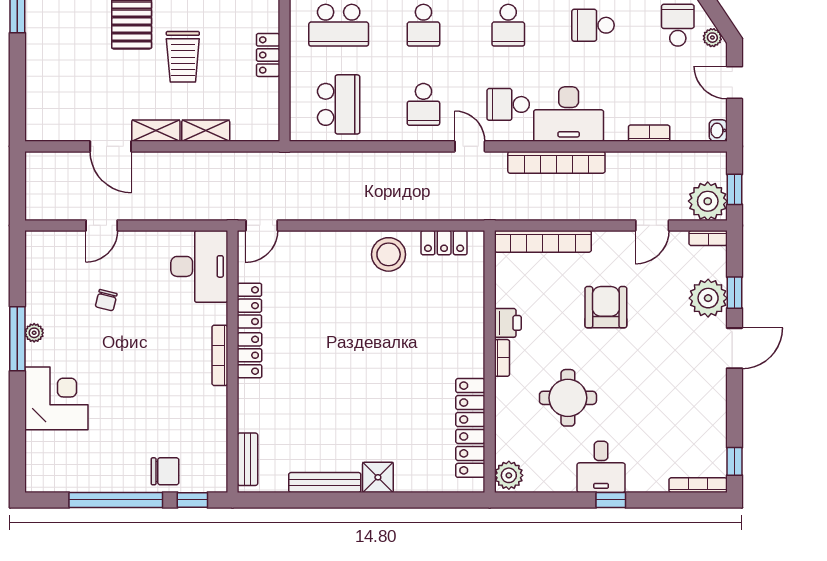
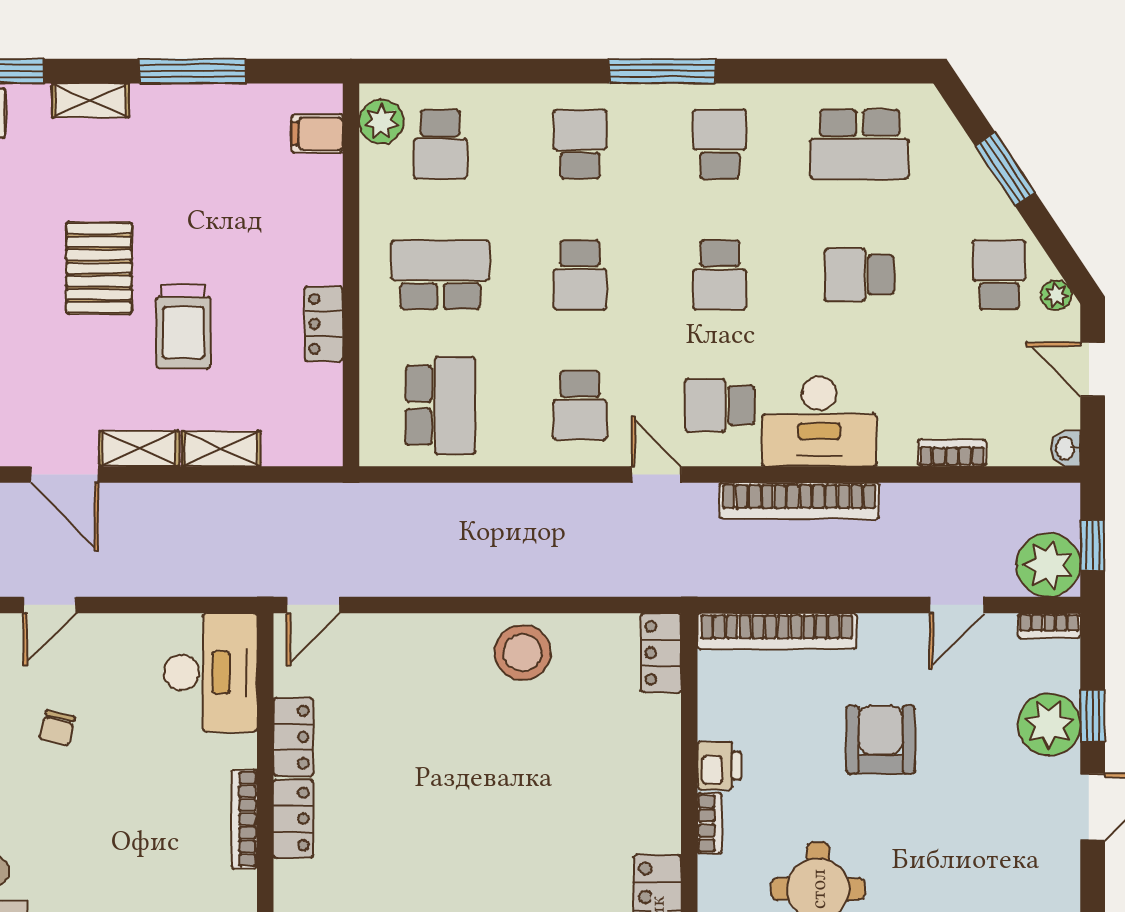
school desk: (339, 25) -> (440, 275), turned 180
locker: (444, 243) -> (661, 653), moved, turned 90

